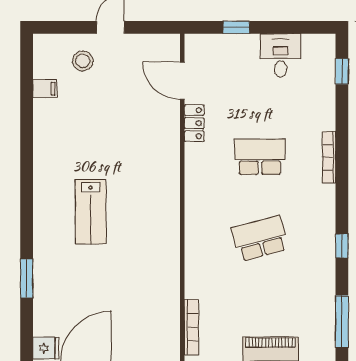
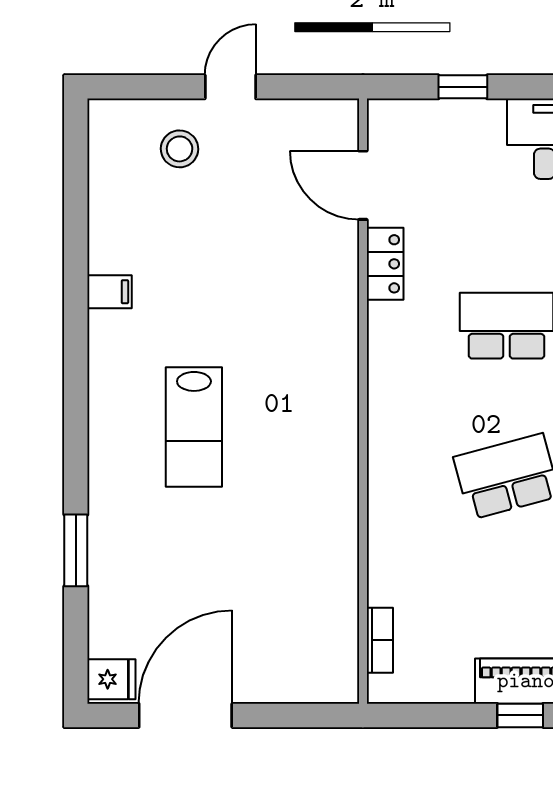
filing cabinet: (45, 89) -> (110, 292), moved
bookcase: (191, 327) -> (380, 640), width x0.64

